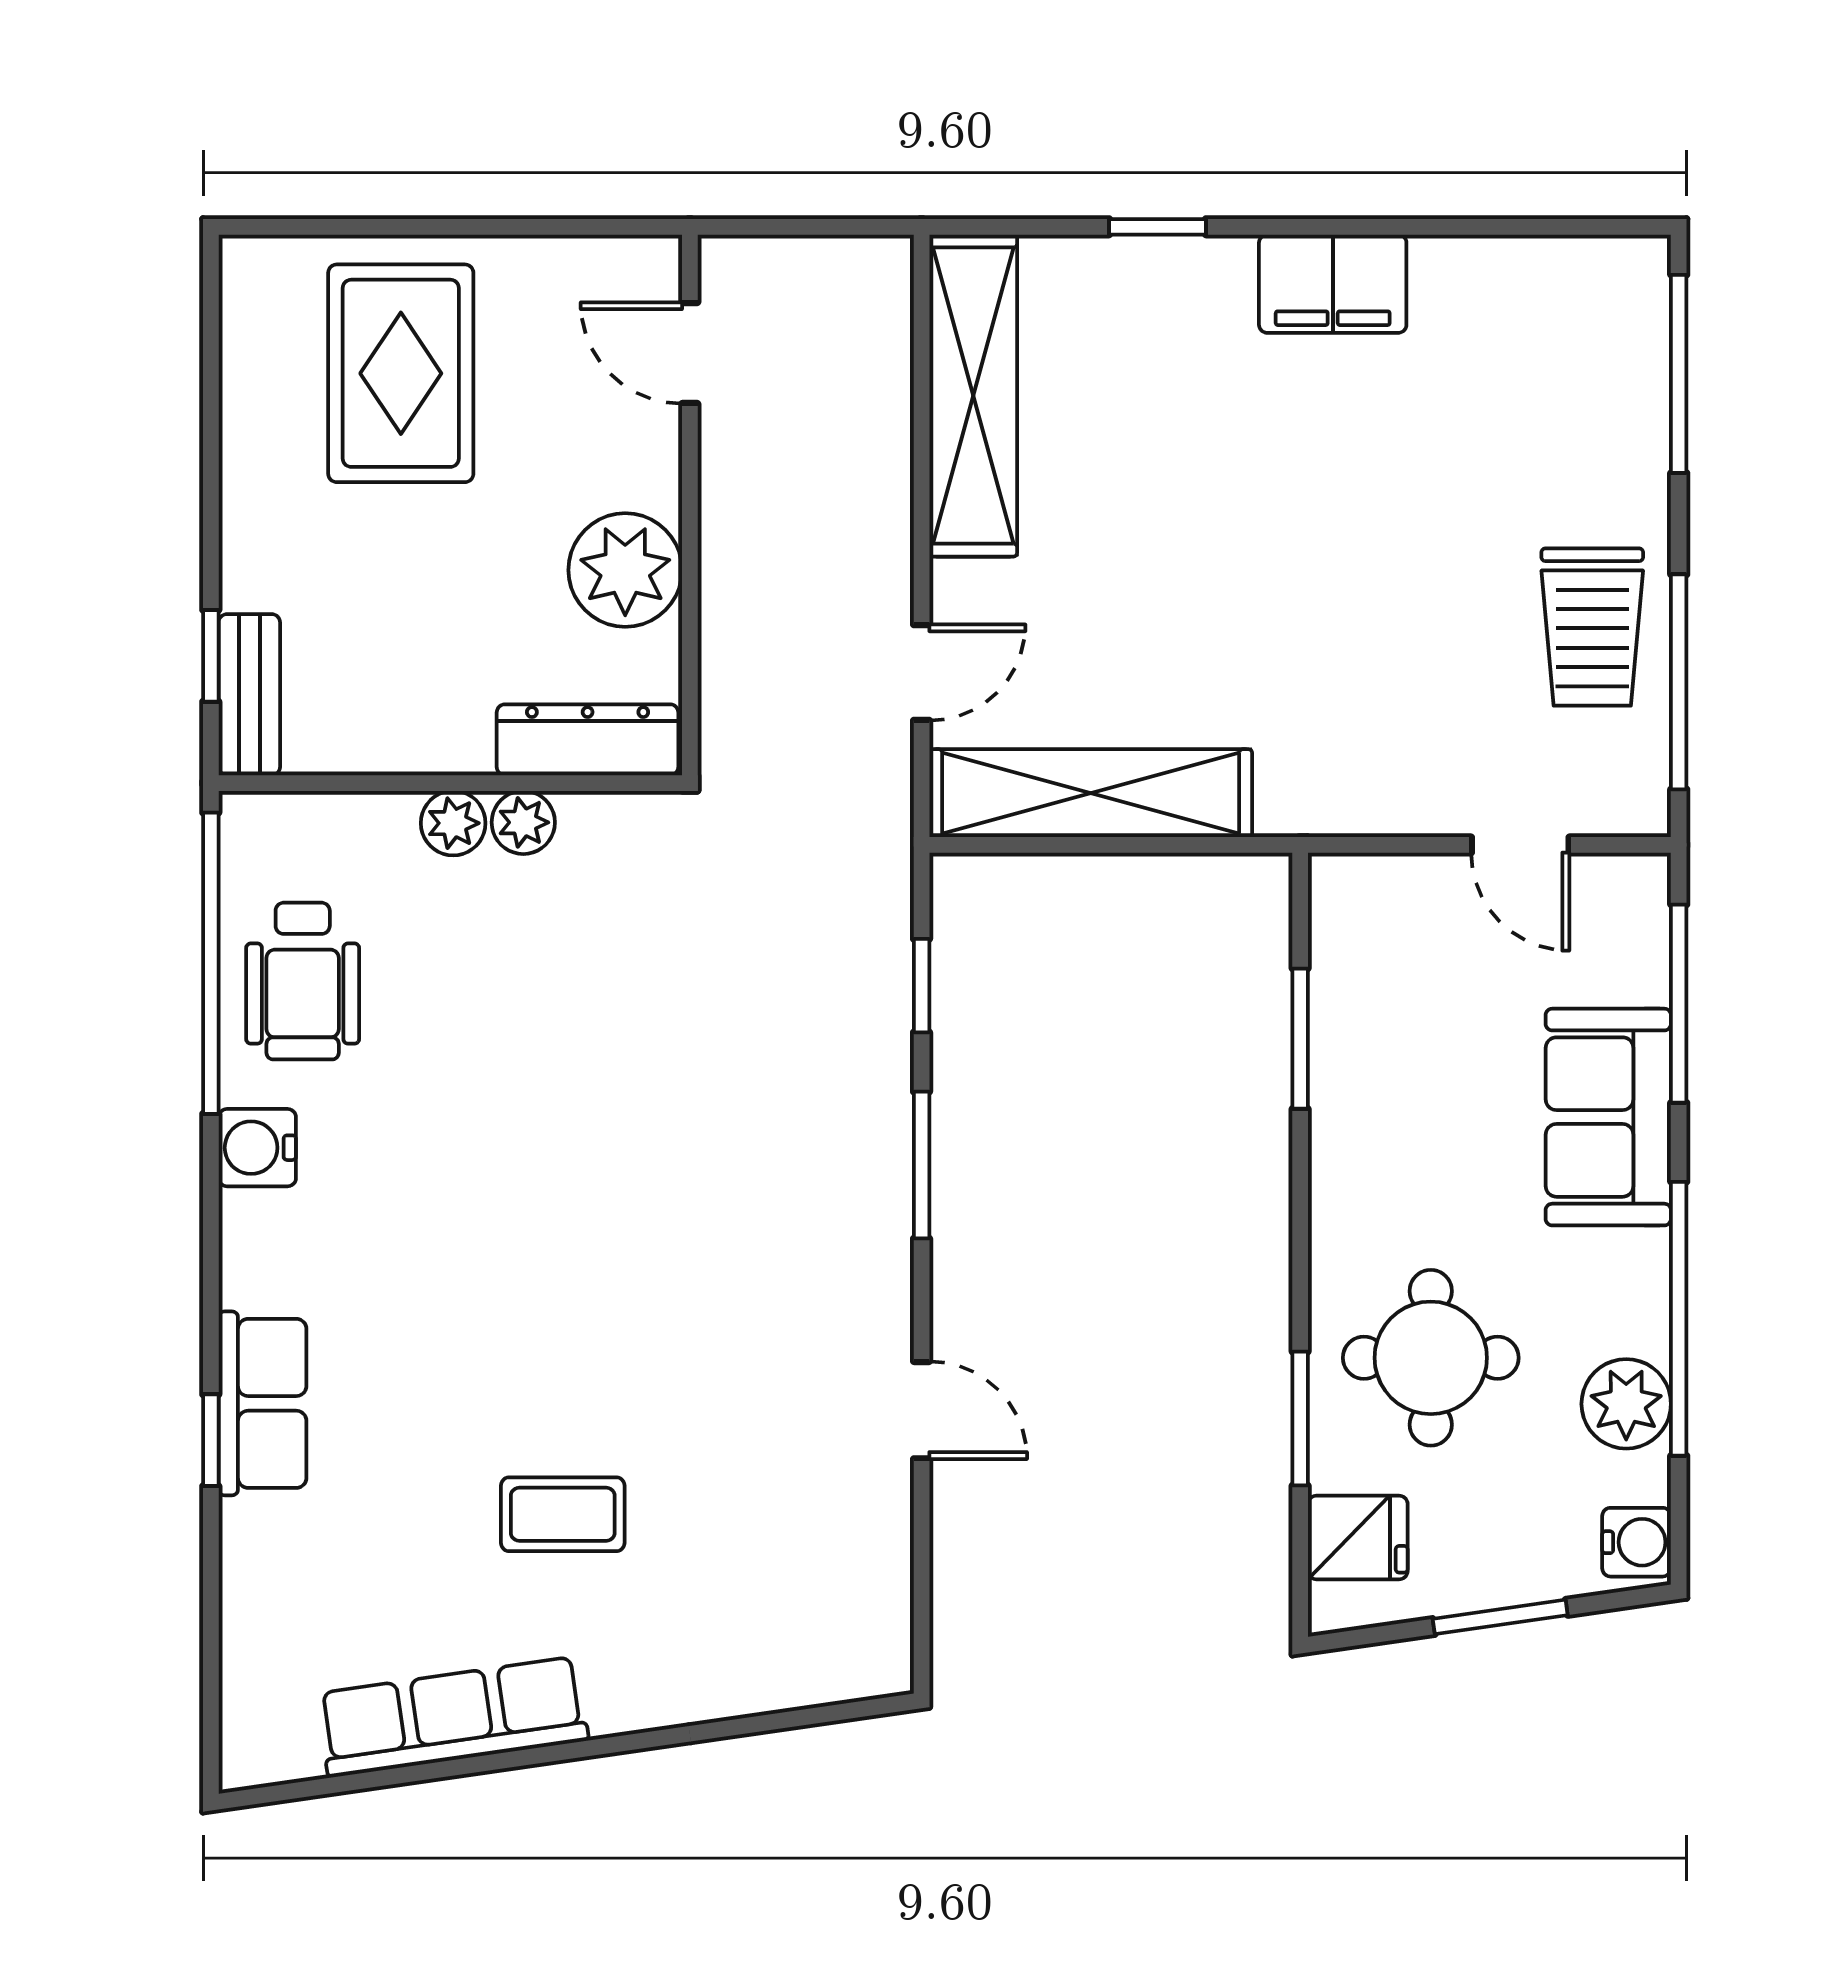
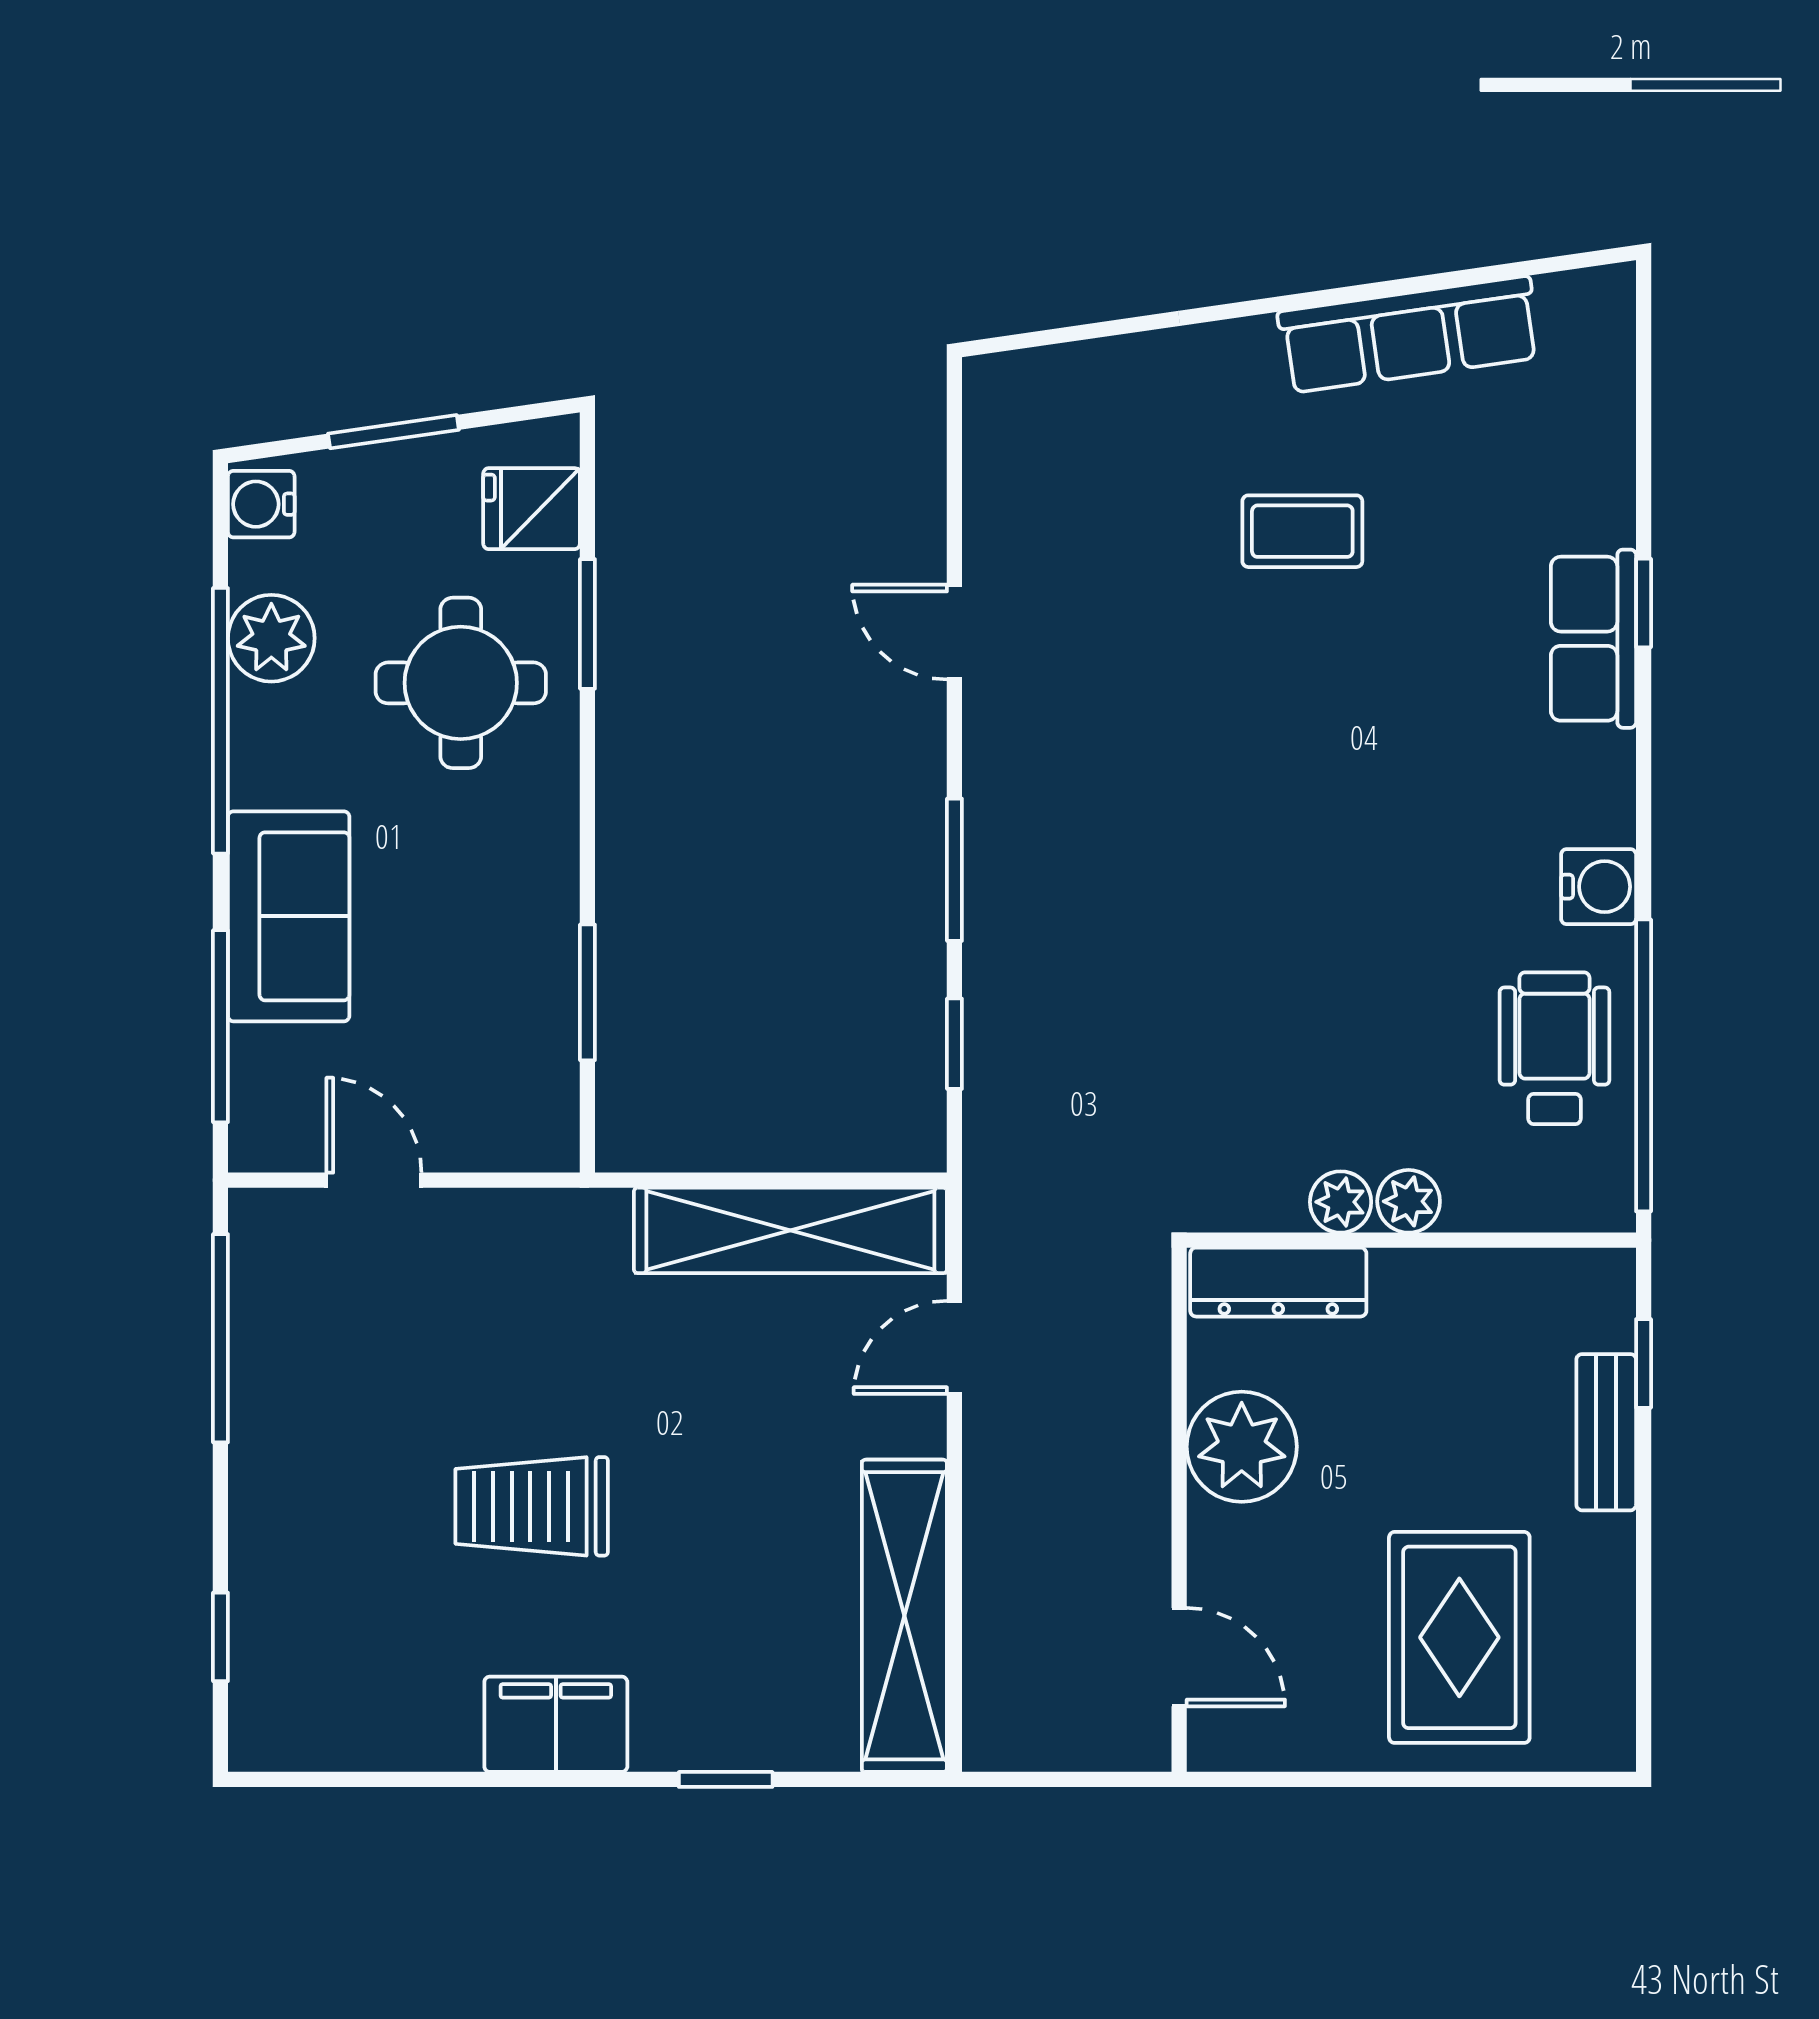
window: (1679, 374) -> (220, 1637), width x0.46
trolley: (1592, 627) -> (532, 1506), moved, turned -90
bench: (249, 695) -> (1606, 1432), moved

